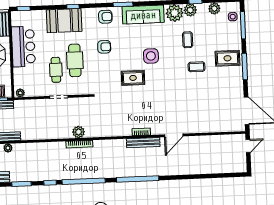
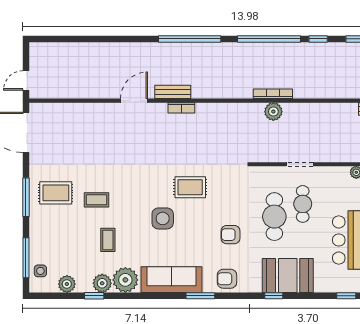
rug: (227, 58) -> (56, 193), moved
bench: (143, 143) -> (173, 92), width x0.73

